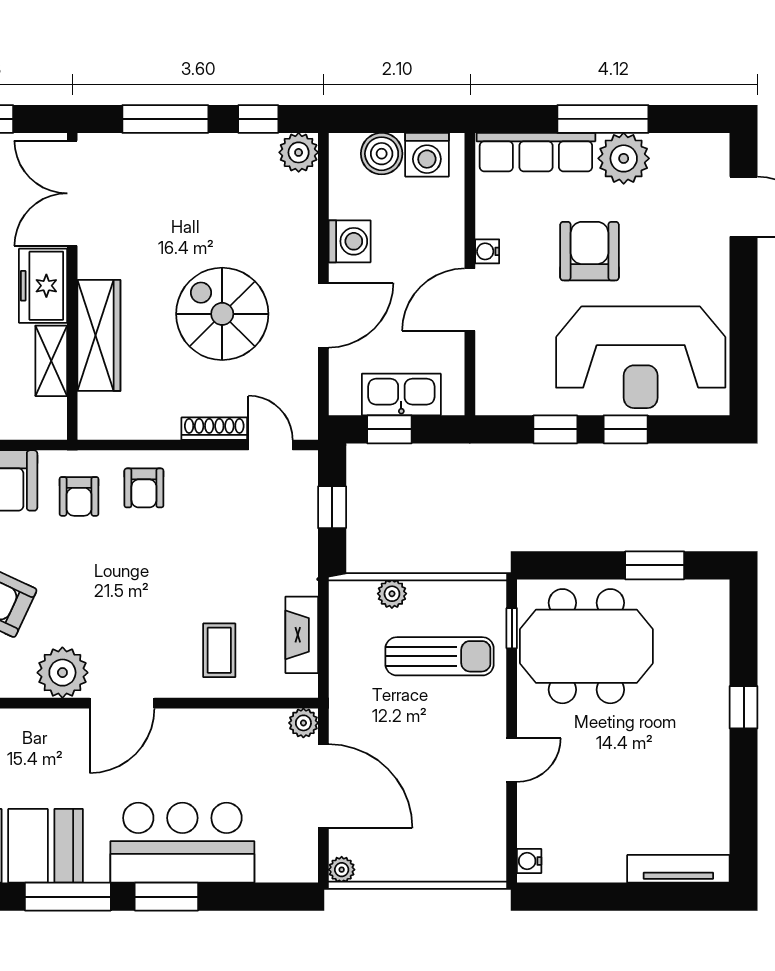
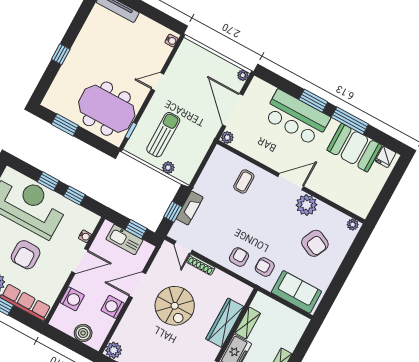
washing machine: (427, 155) -> (72, 299), moved, turned 90
water cooler: (487, 251) -> (85, 236), moved
armchair: (79, 496) -> (265, 267), turned -90
fireplace: (302, 635) -> (190, 208), moved
sun lounger: (440, 656) -> (163, 135), turned 90

